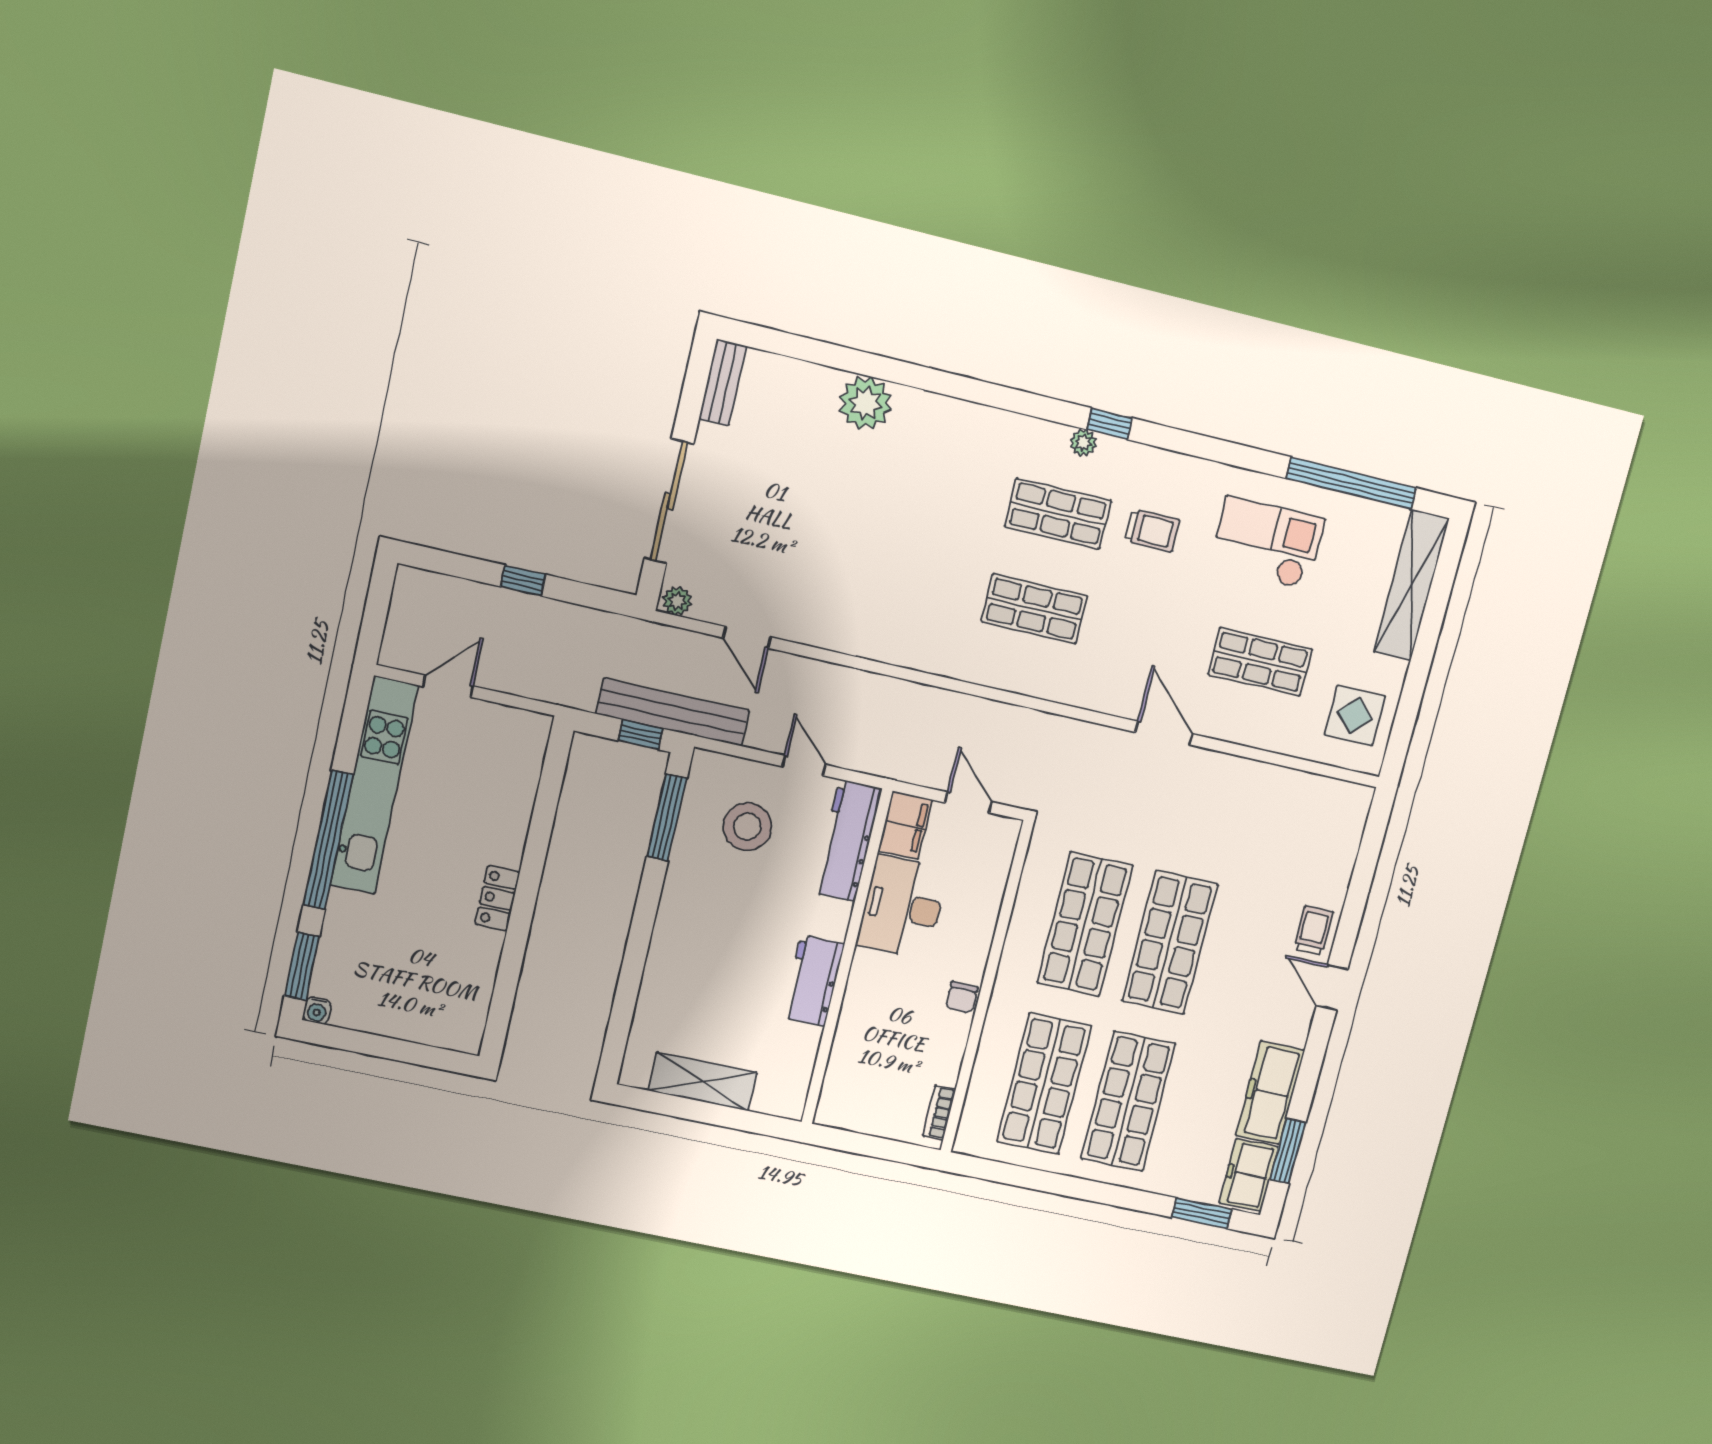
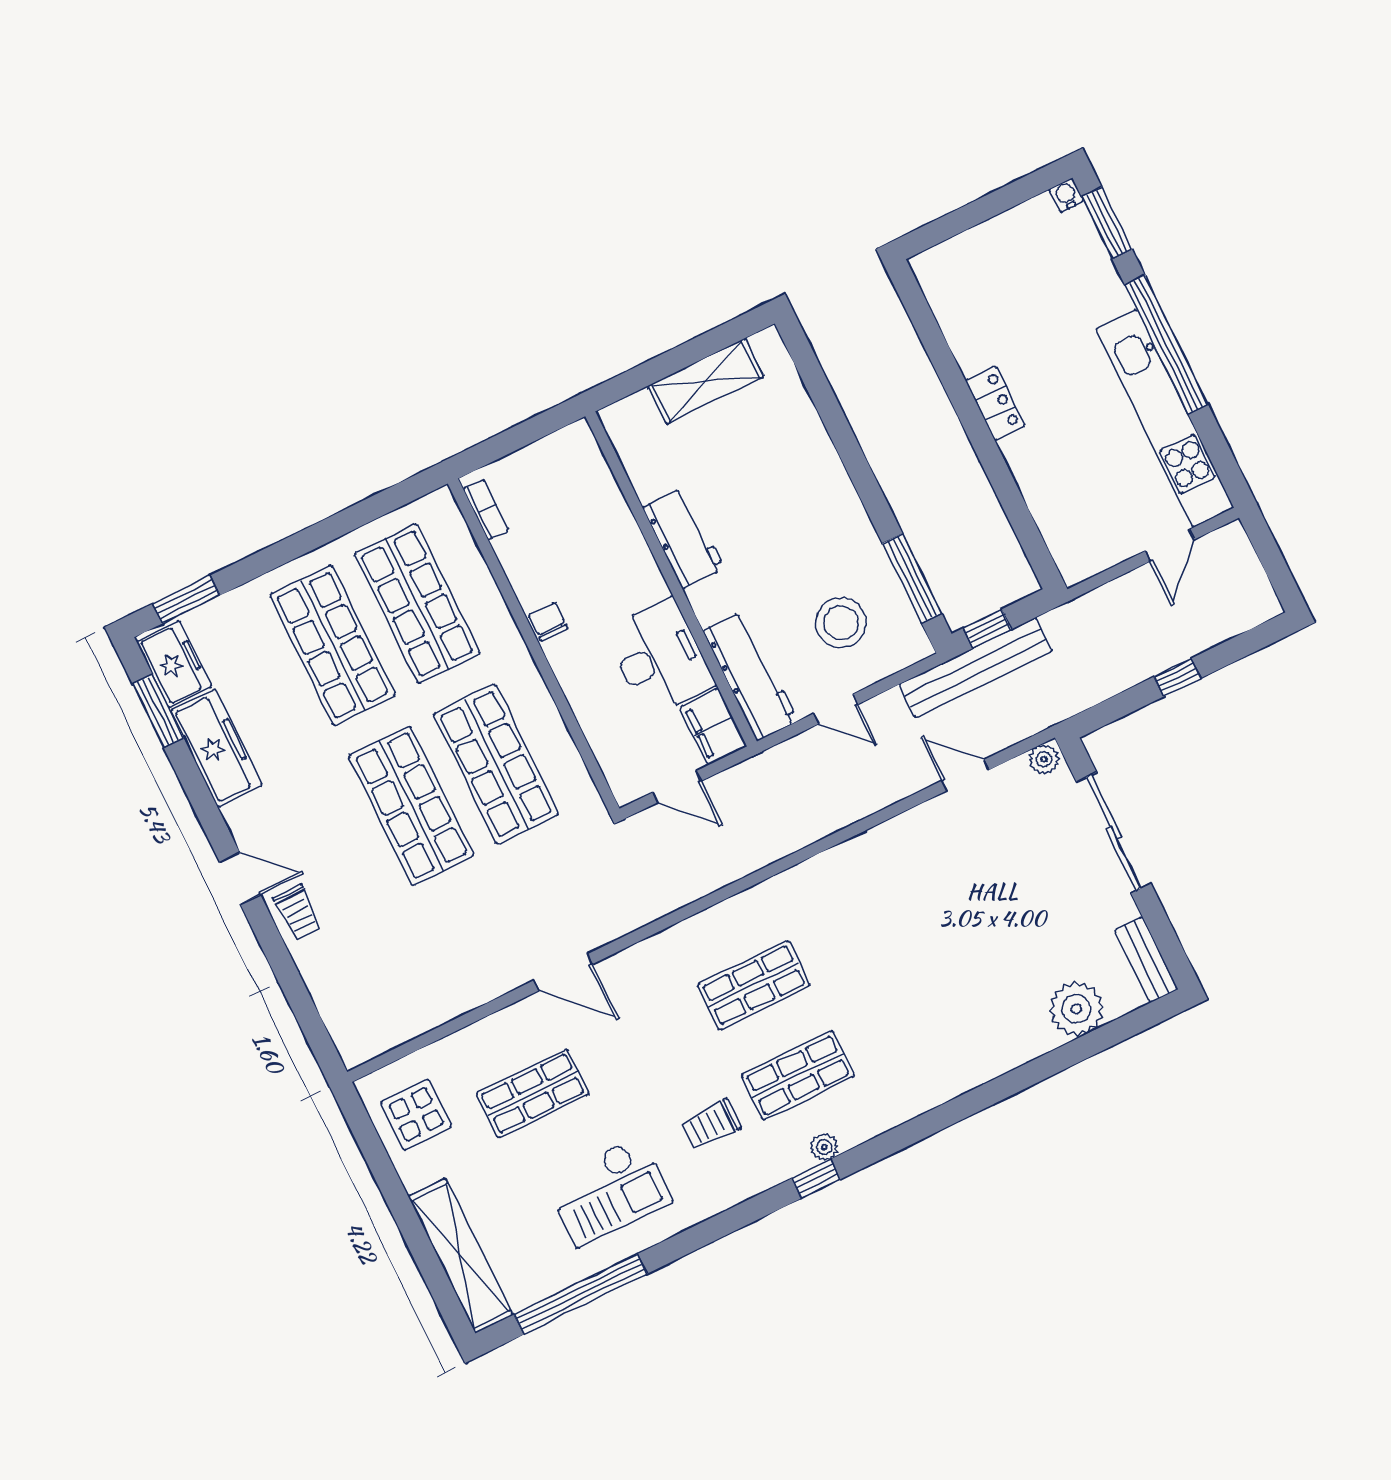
plant: (865, 403) -> (1076, 1009), moved

